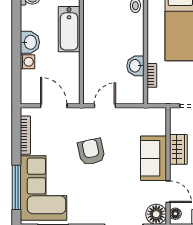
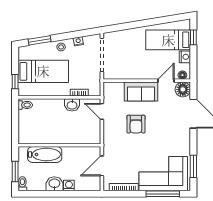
door: (105, 106) -> (102, 111), moved
wardrobe: (178, 149) -> (134, 73), removed
armchair: (91, 152) -> (136, 124), moved, turned -78

